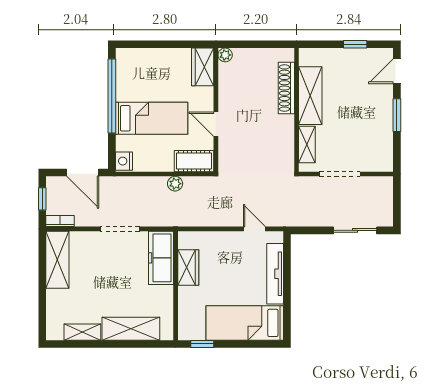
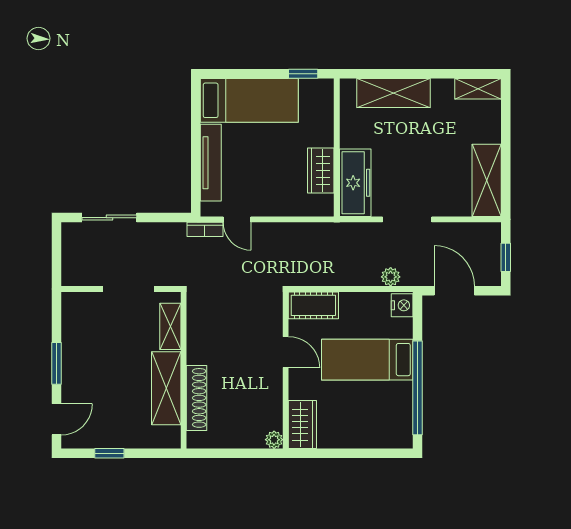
plant: (175, 184) -> (391, 277), moved
bookcase: (60, 221) -> (205, 229), moved
shelving: (82, 332) -> (478, 89), moved

